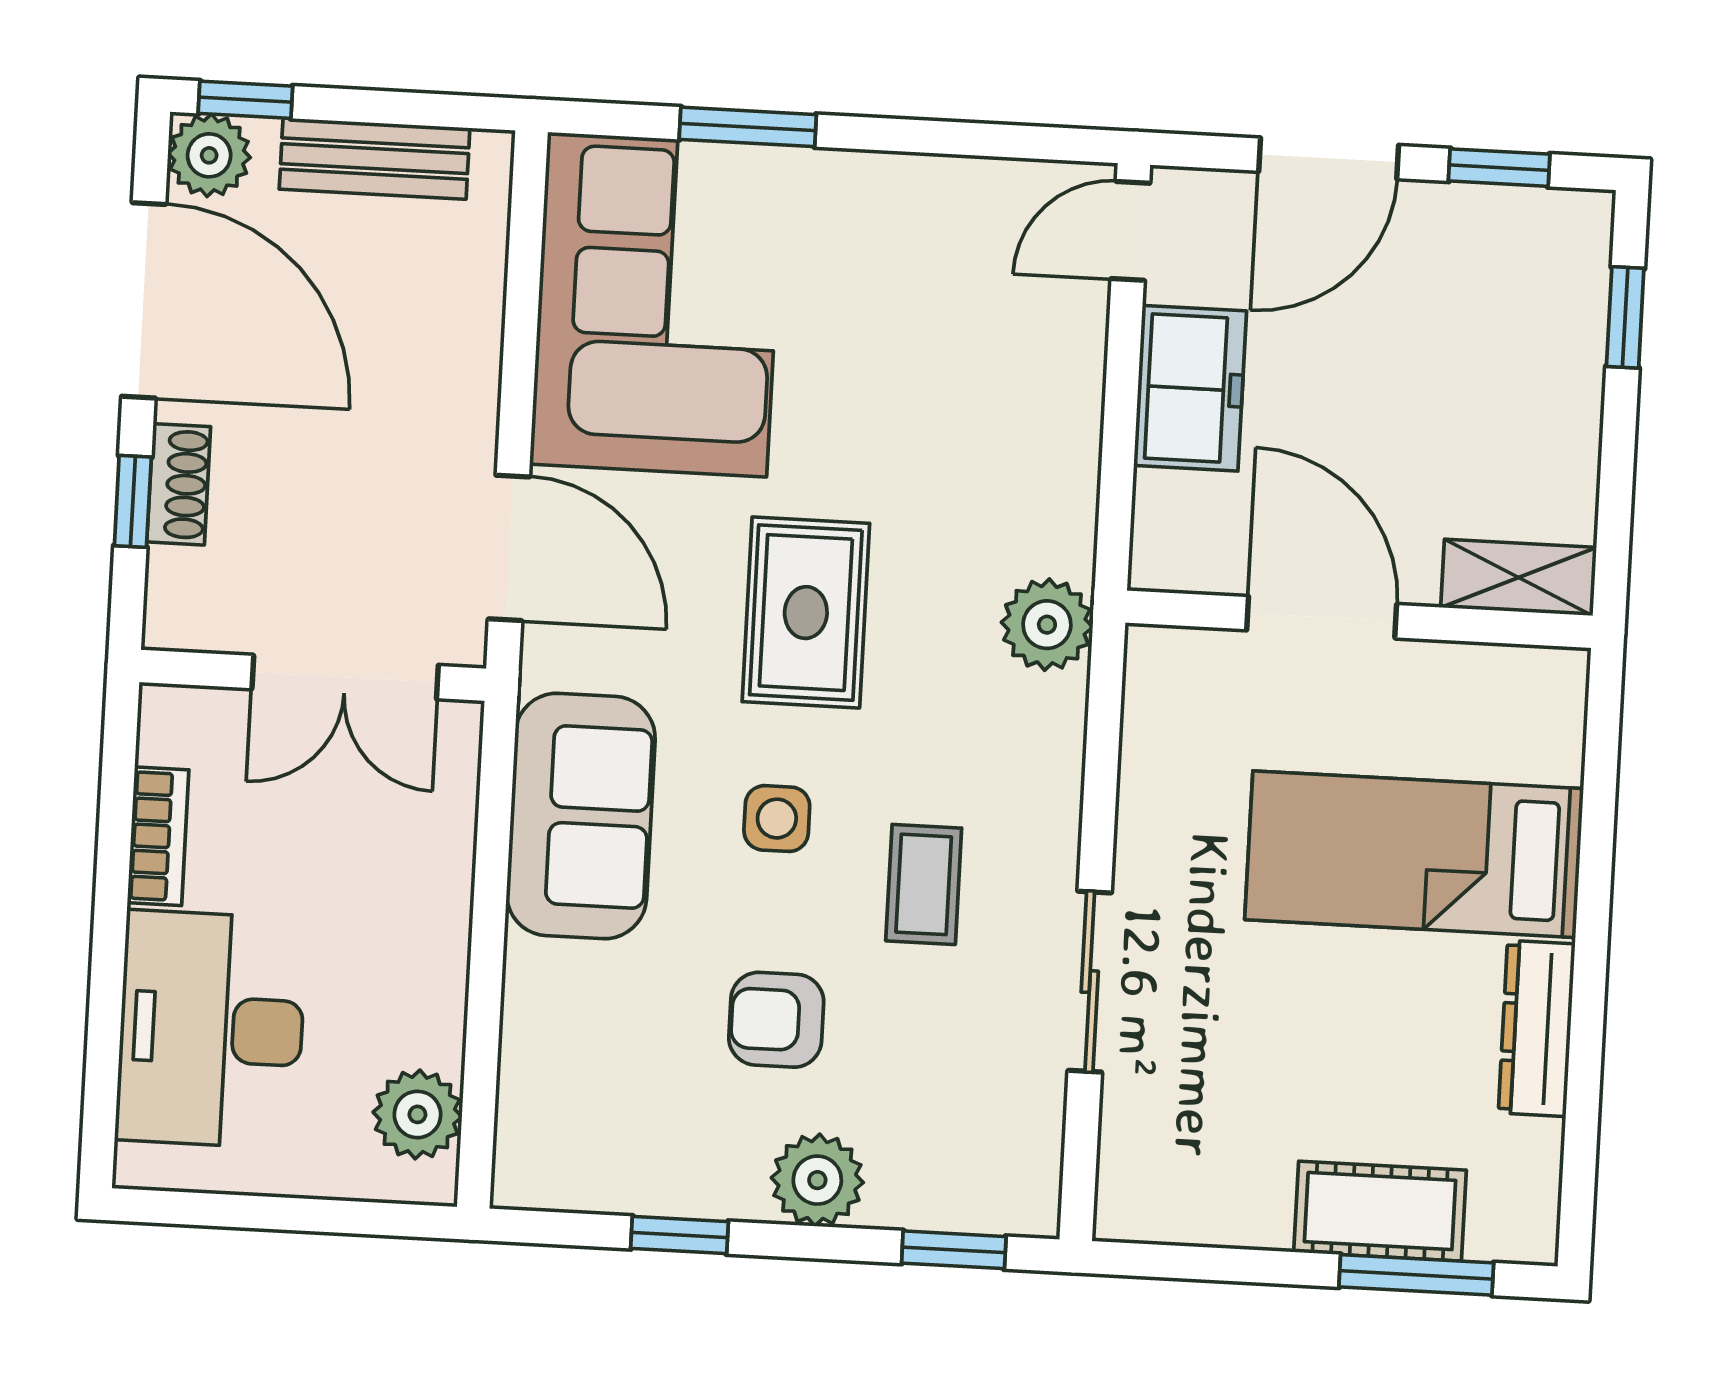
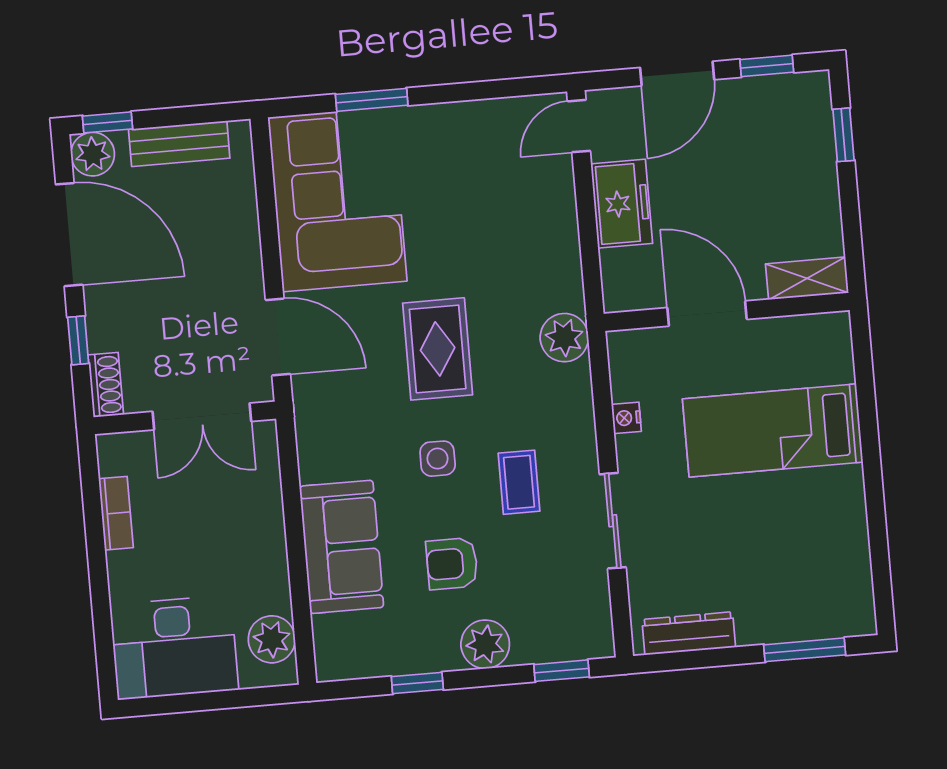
shoe rack: (179, 484) -> (106, 385), moved
nightstand: (1142, 792) -> (626, 418), added
sofa: (581, 816) -> (342, 547), moved
dresser: (1537, 1028) -> (689, 633), moved, turned 90
desk: (211, 1029) -> (174, 647), moved, turned -90
cot: (1380, 1211) -> (781, 619), removed

